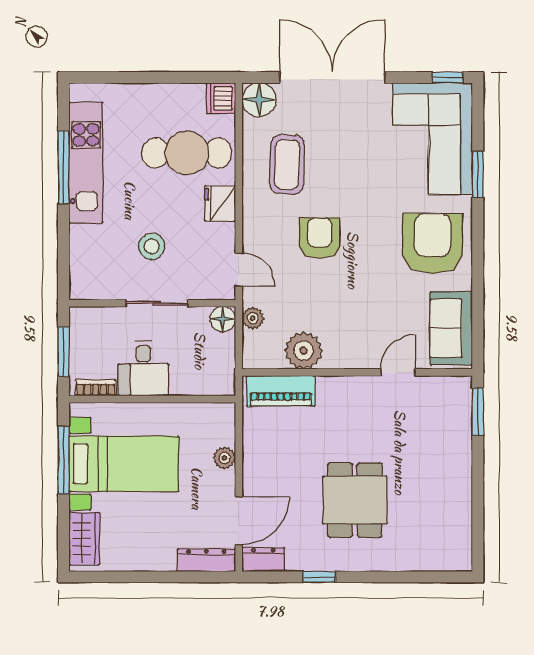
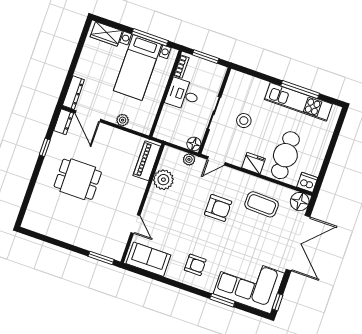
armchair: (433, 243) -> (195, 265), width x0.53, depth x0.53

